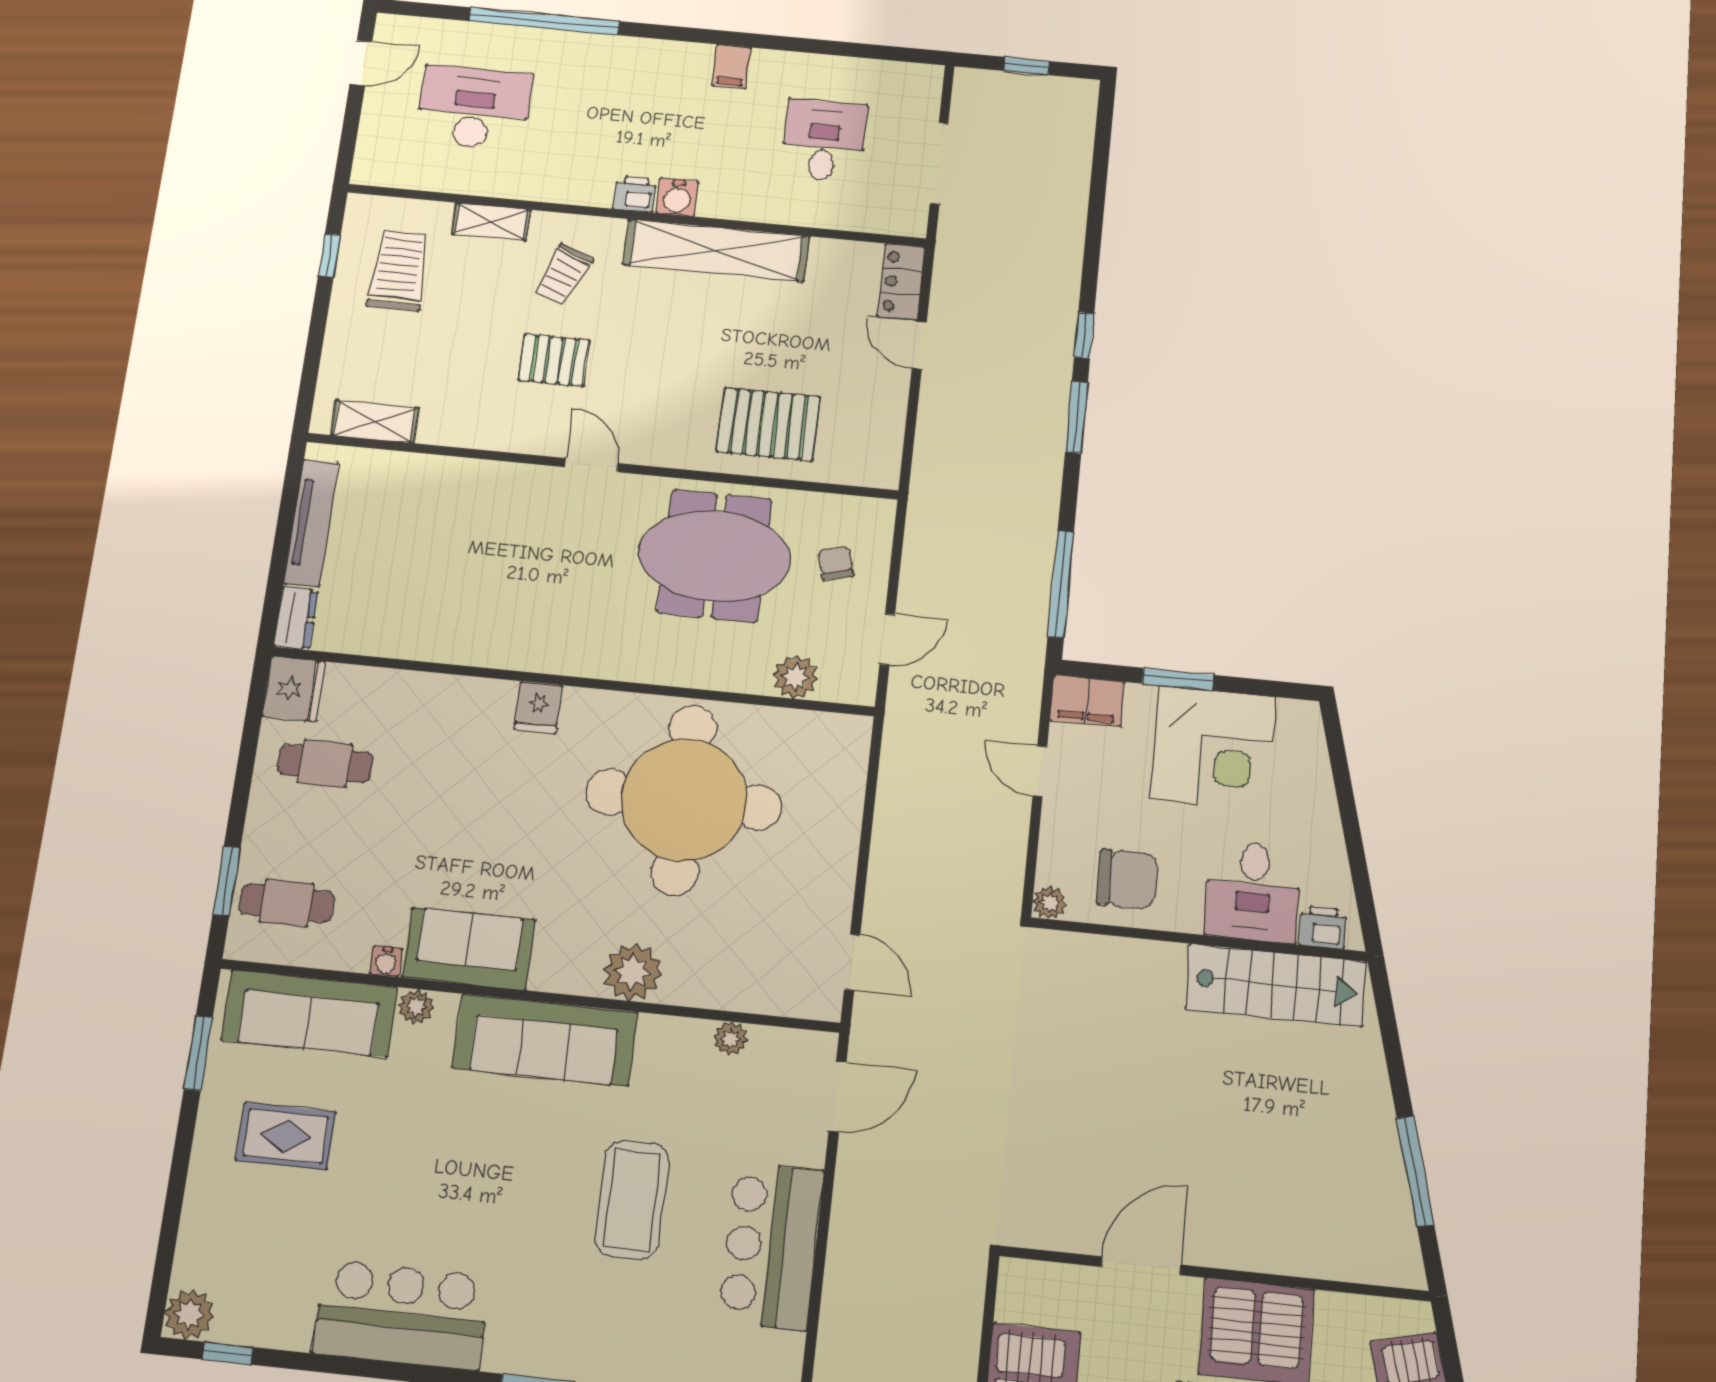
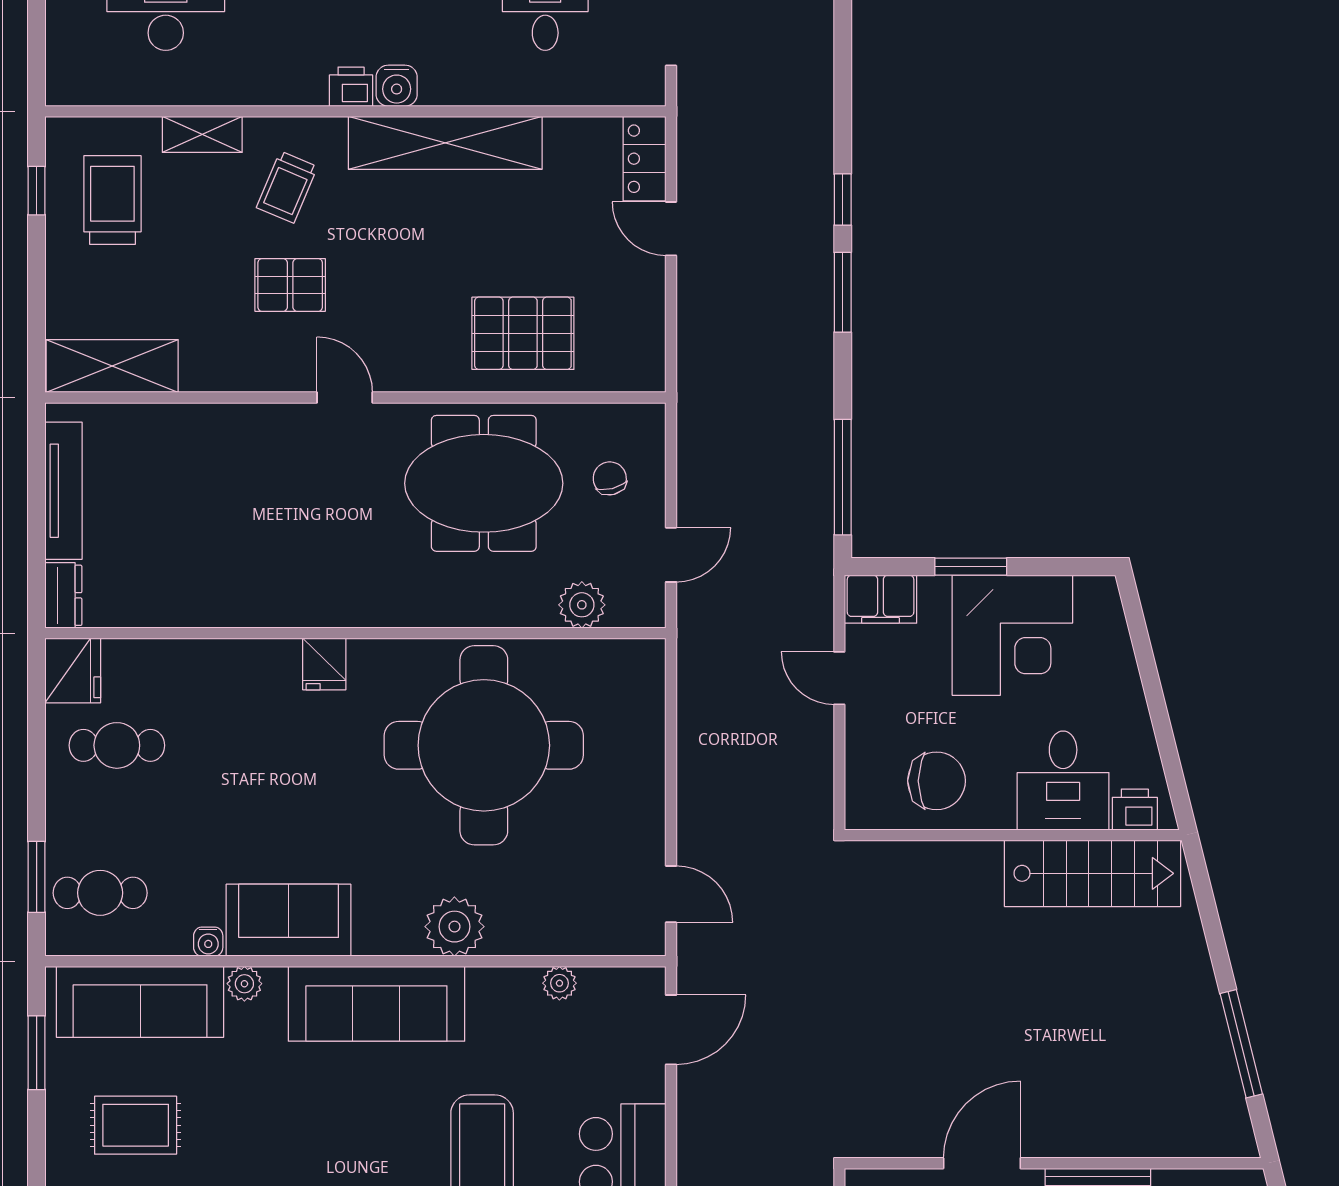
shelving: (375, 421) -> (112, 366), width x1.50, depth x1.33
plant: (1049, 903) -> (861, 813), removed

